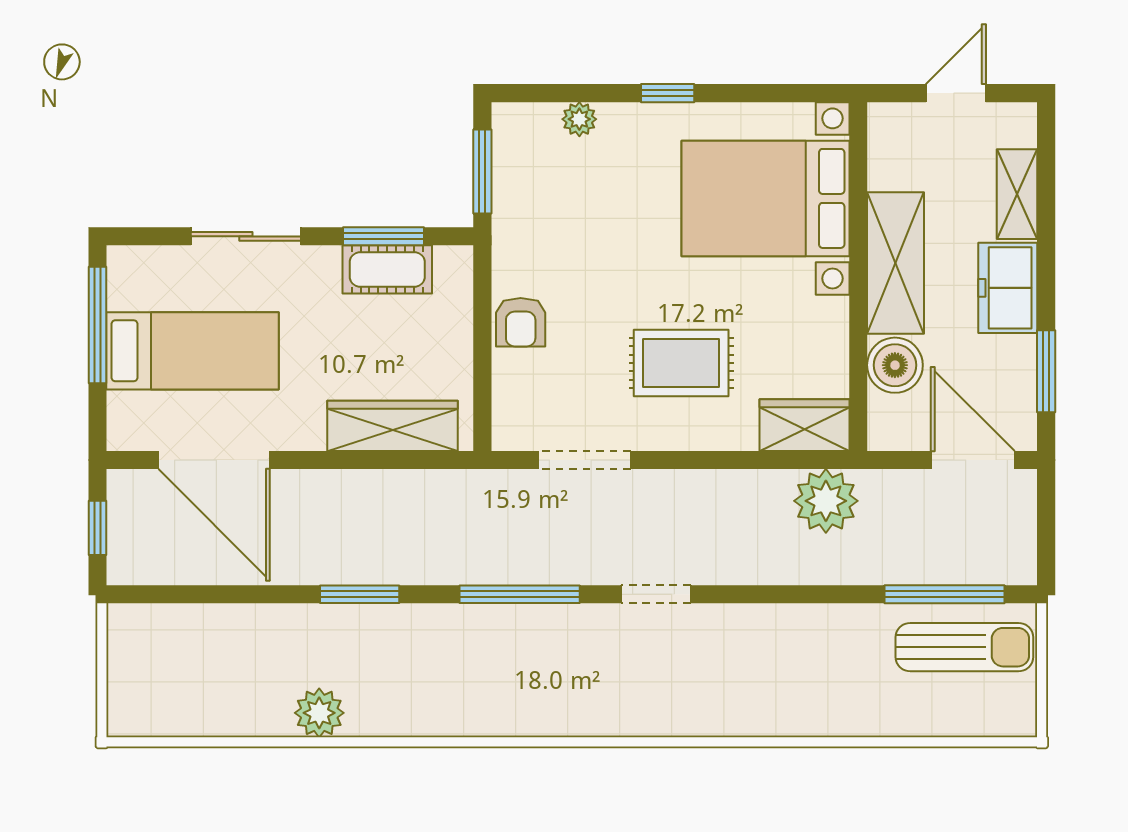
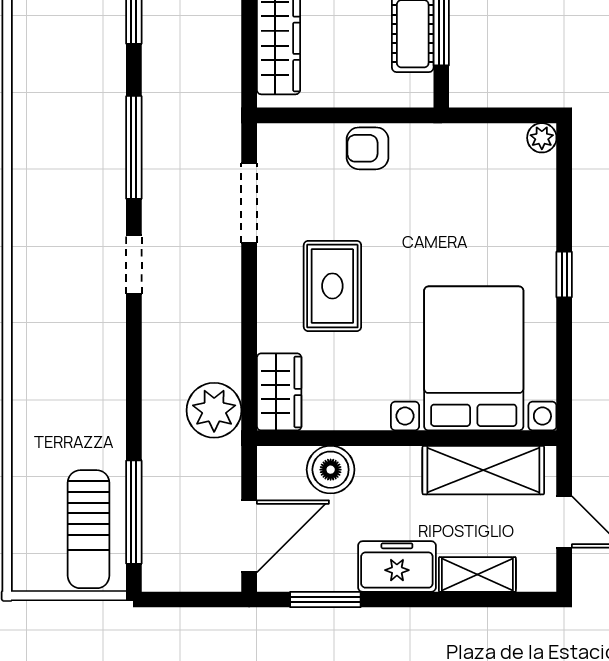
plant: (579, 119) -> (542, 138), moved
window: (482, 171) -> (497, 115), removed
shelving: (896, 263) -> (483, 470), moved

